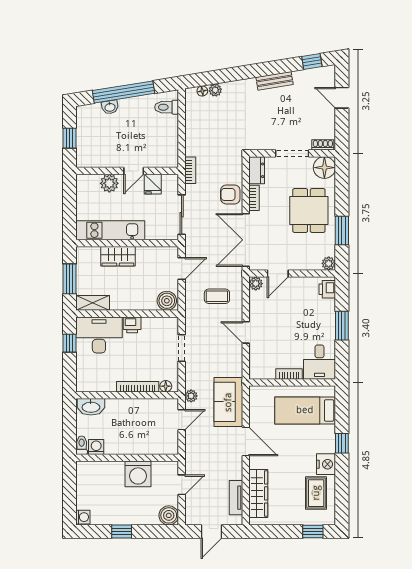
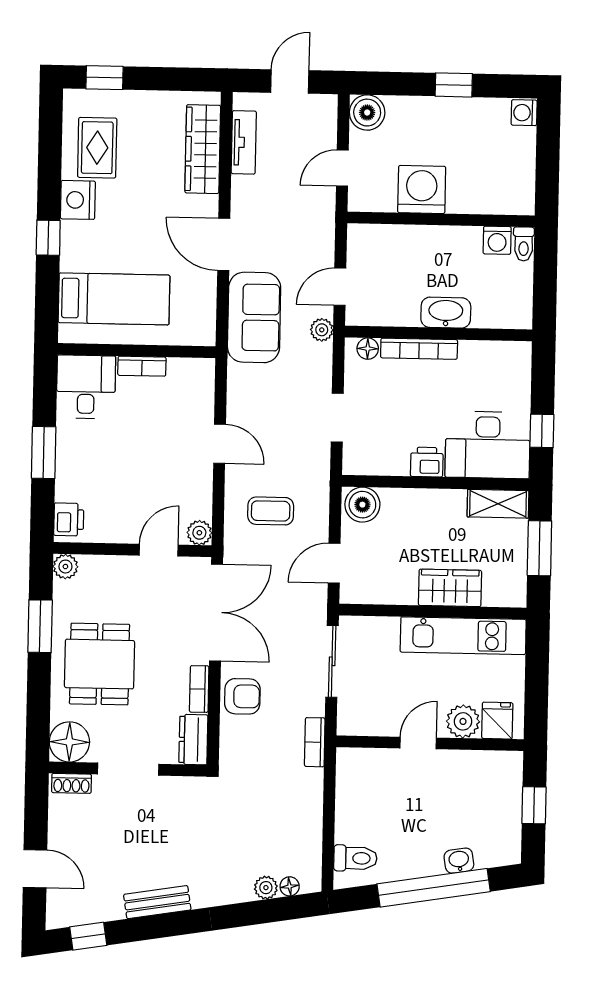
fridge: (153, 184) -> (497, 721), moved
washbasin: (91, 407) -> (446, 313), moved

